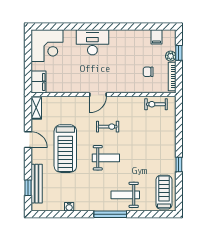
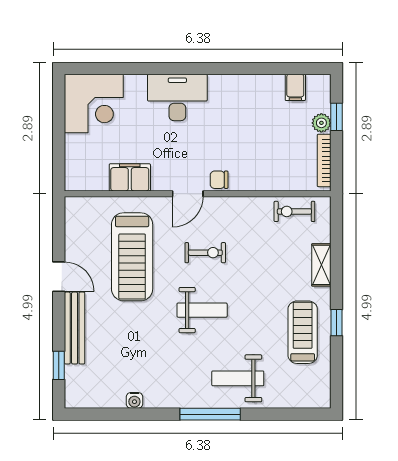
chair: (148, 72) -> (219, 180), moved
filing cabinet: (39, 82) -> (130, 177), moved, turned -90
shelving: (36, 108) -> (321, 265), moved
treadmill: (65, 149) -> (132, 257), moved
bench: (37, 184) -> (75, 328), moved
treadmill: (164, 192) -> (303, 332), moved

